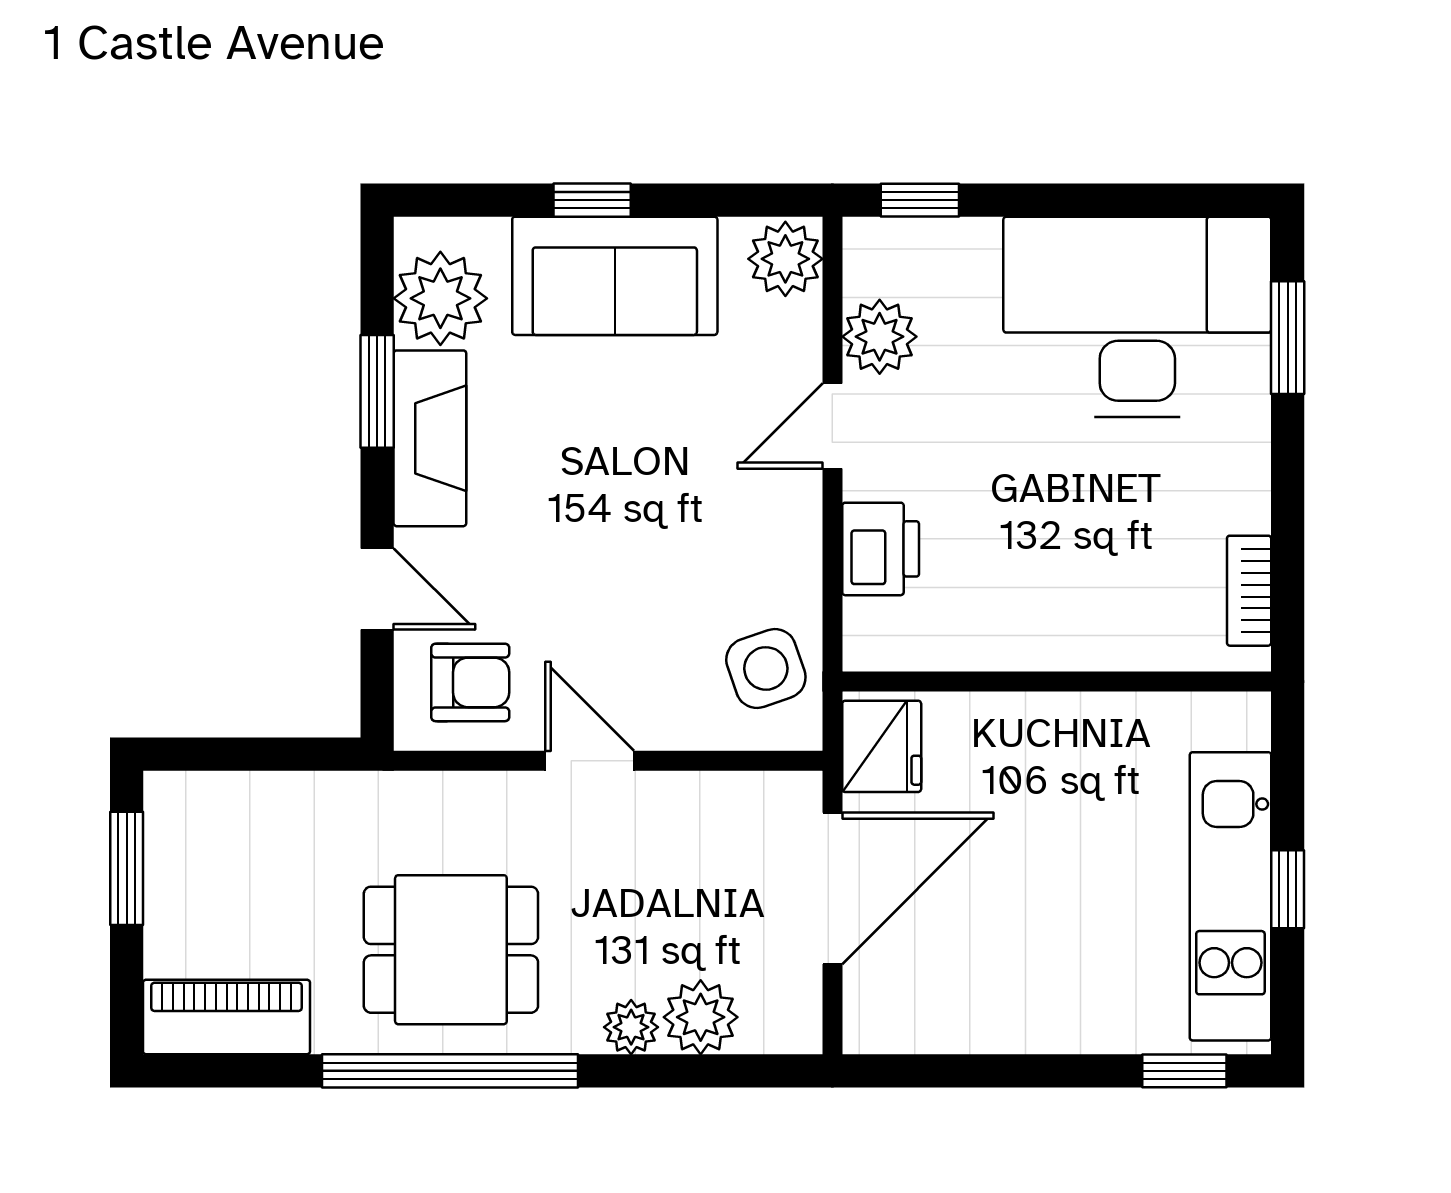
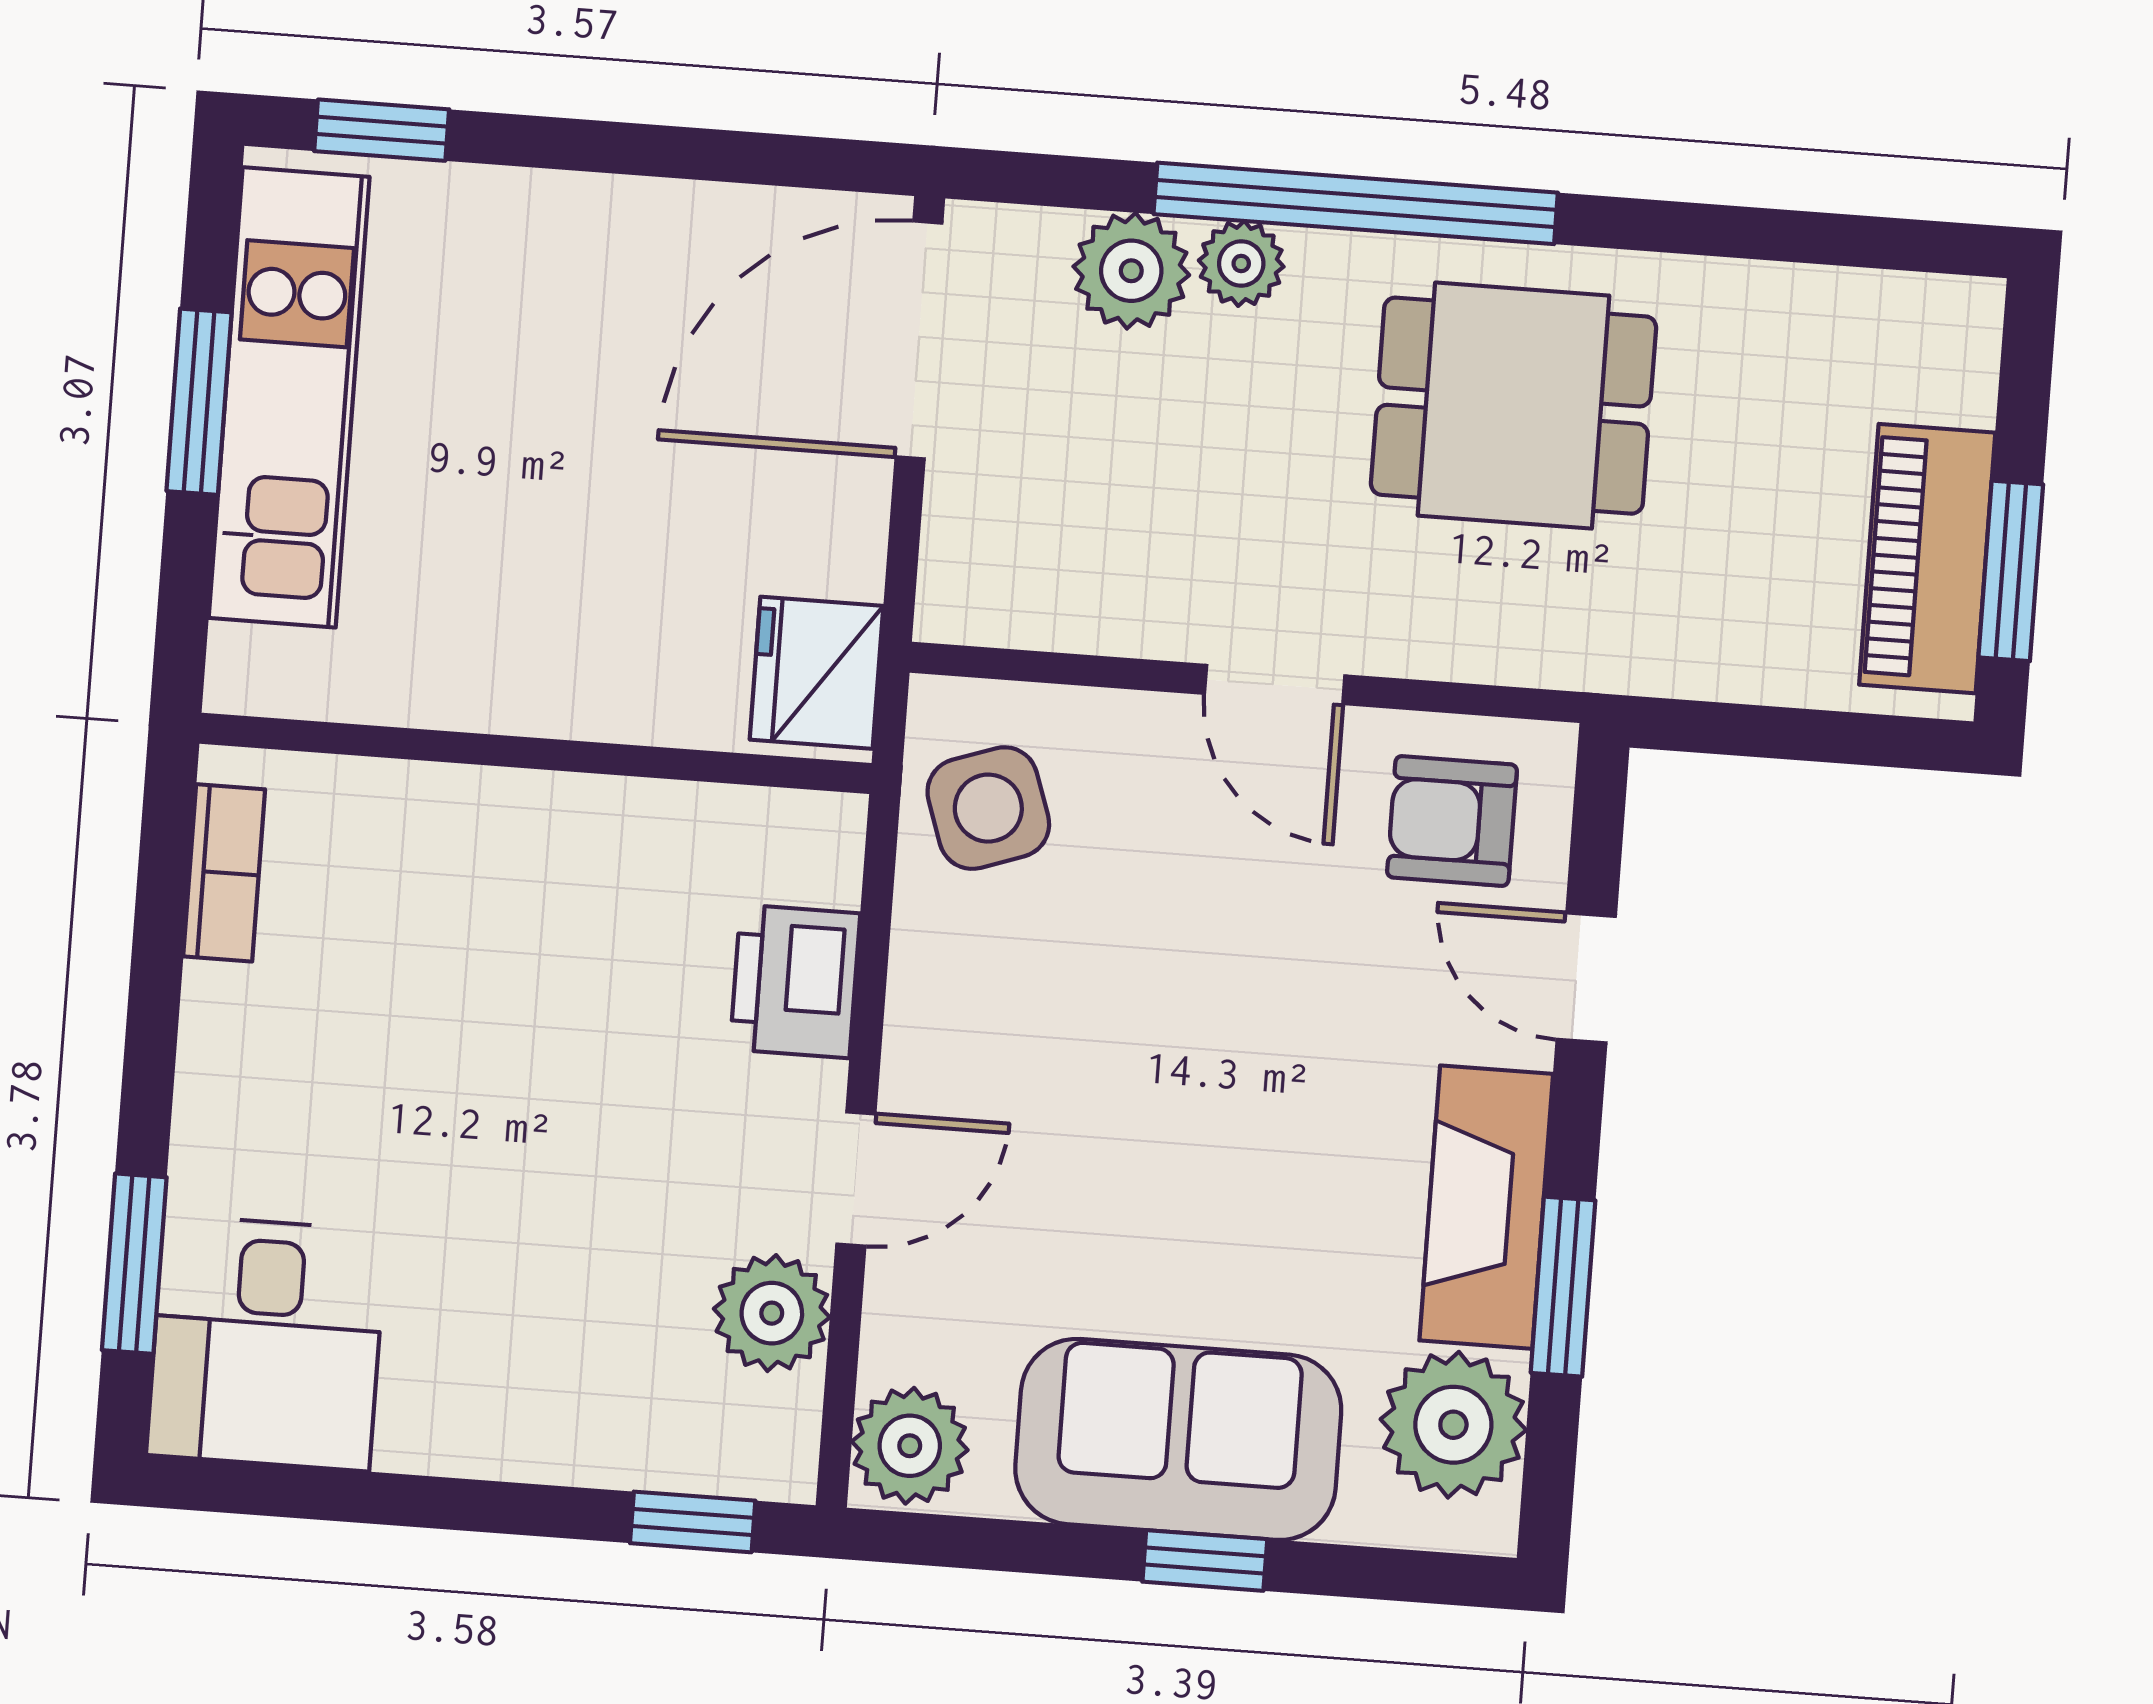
desk: (1137, 317) -> (266, 1343), width x0.53, depth x0.77
door: (832, 888) -> (919, 340), moved
window: (1288, 889) -> (199, 402), width x1.50
piano: (227, 1017) -> (1927, 559), moved, turned 90
window: (450, 1071) -> (1356, 203), moved

